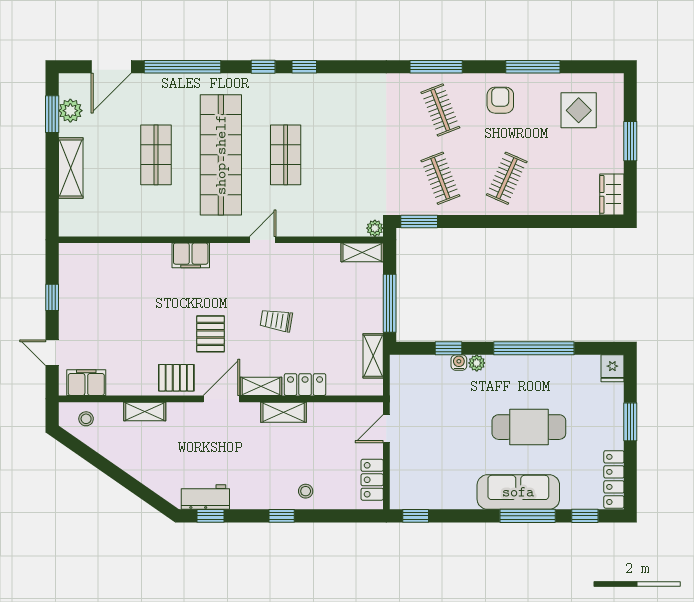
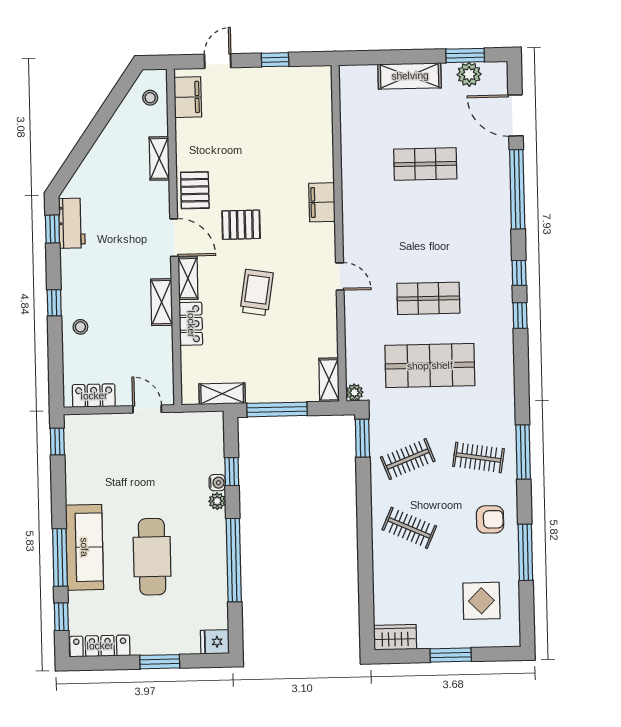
clothes rail: (440, 110) -> (478, 457), turned 30
shop shelf: (221, 155) -> (430, 366), moved, width x0.71
trolley: (276, 320) -> (257, 292), width x1.36, depth x1.39

